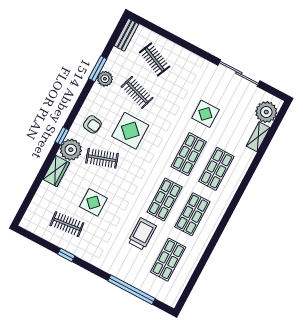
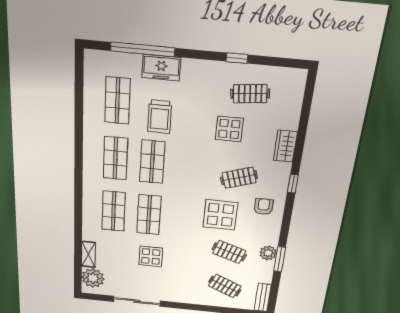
armchair: (92, 124) -> (264, 207), turned 82
plant: (71, 150) -> (277, 174), removed
freezer: (124, 271) -> (161, 68), added

